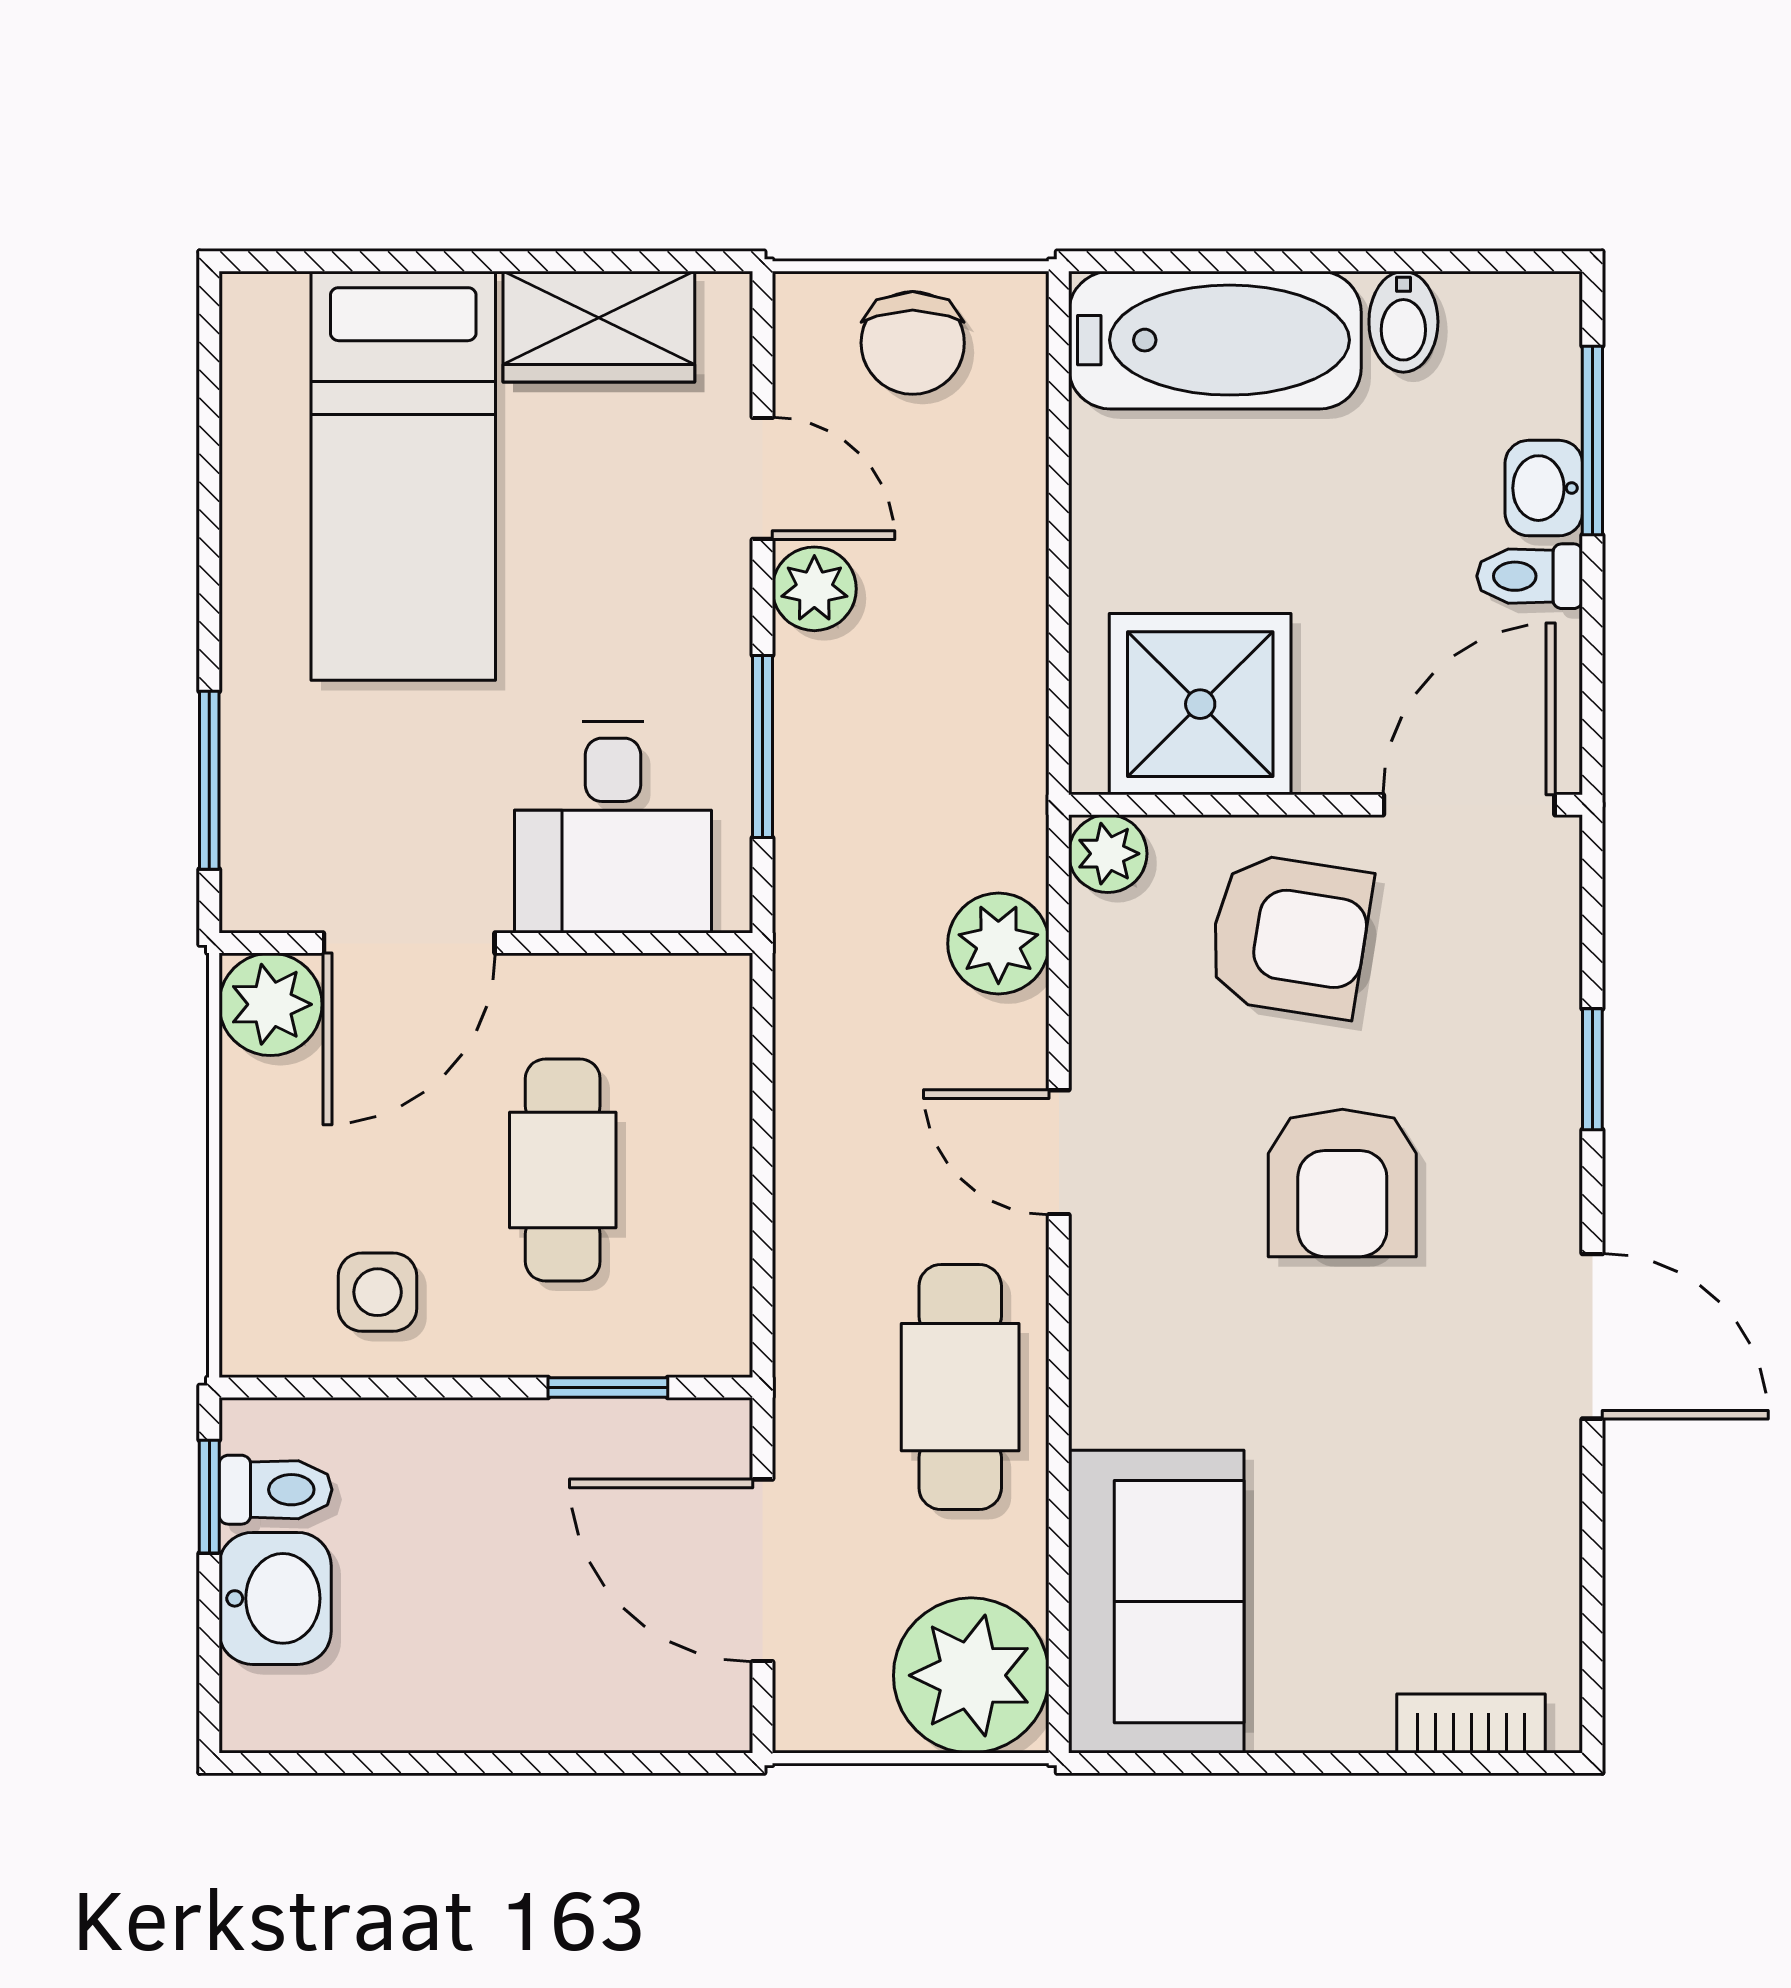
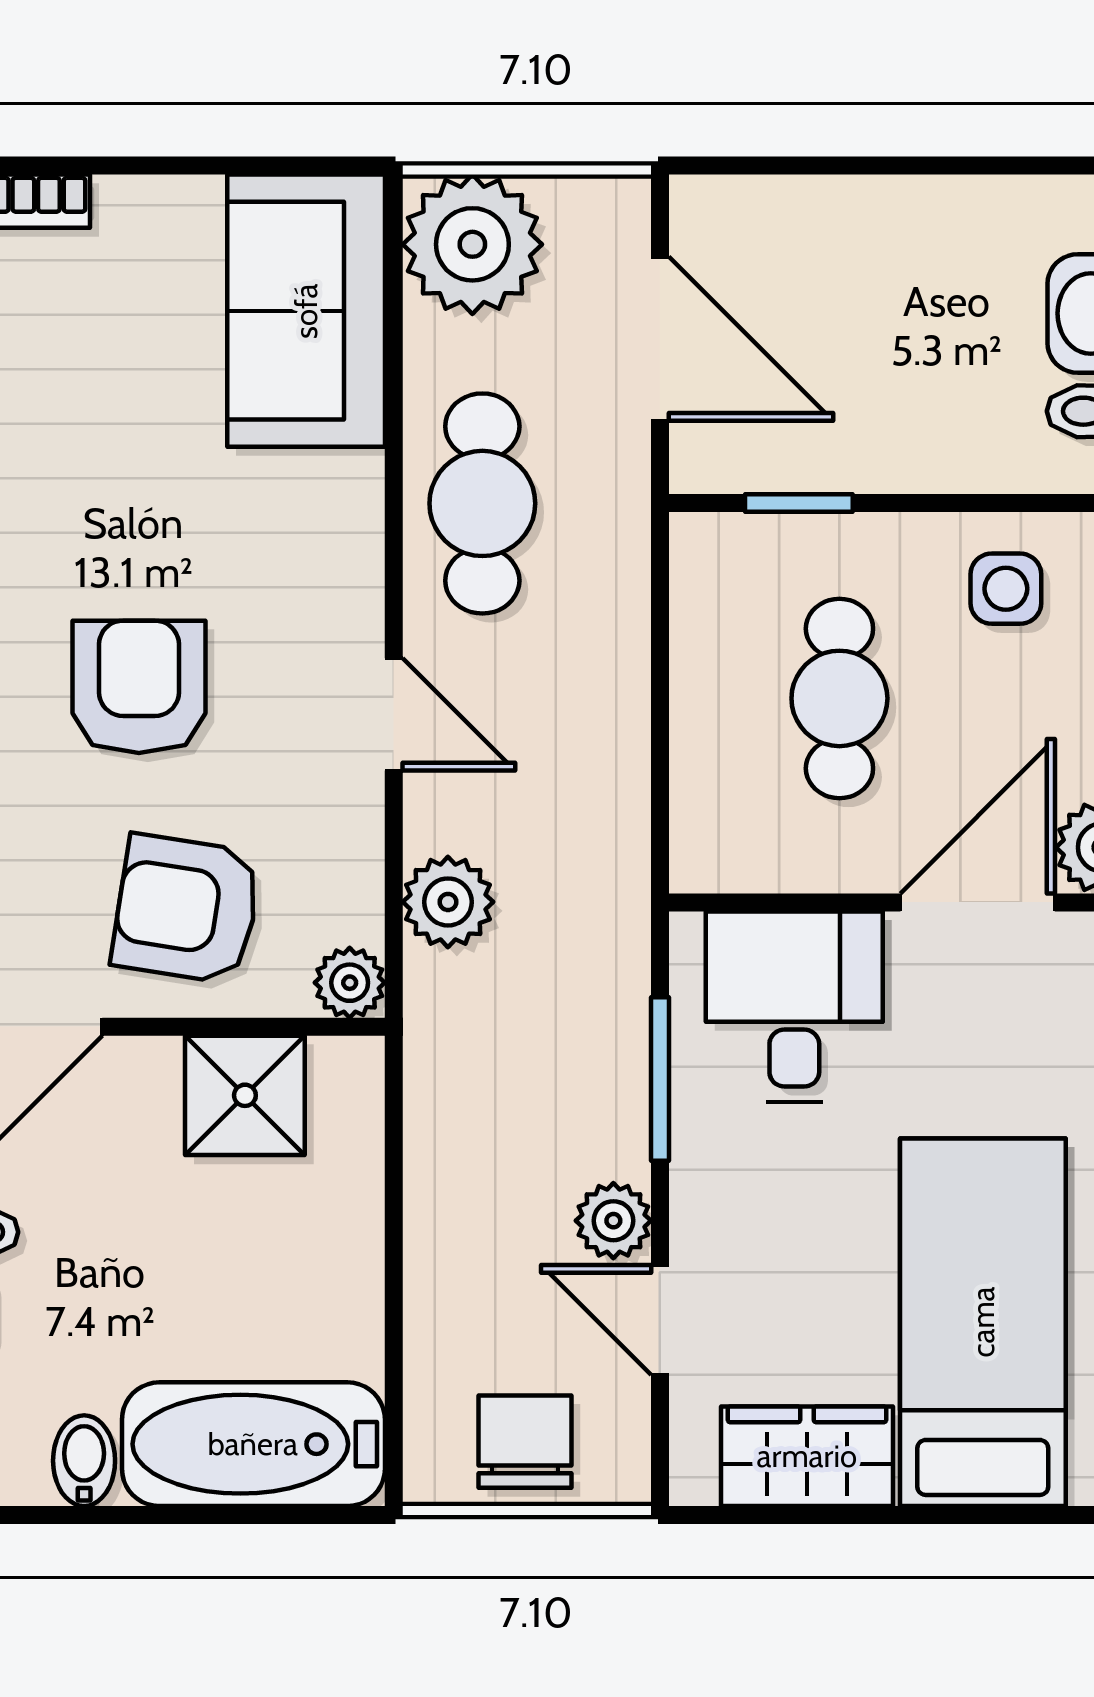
shower: (1200, 704) -> (245, 1095), width x0.73, depth x0.73

